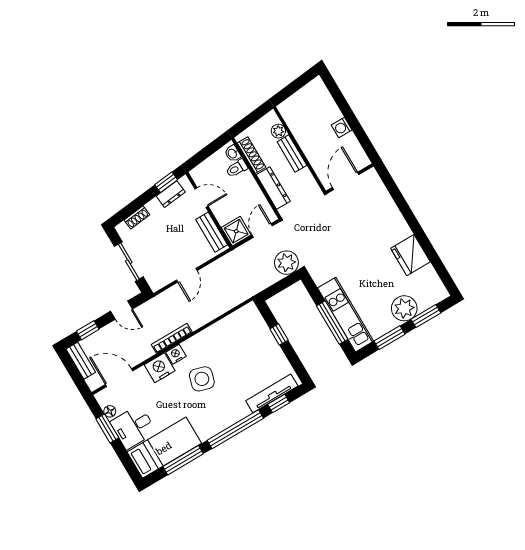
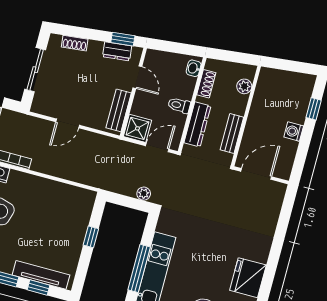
window: (340, 99) -> (314, 109), added
bench: (292, 154) -> (232, 133), moved
shoe rack: (251, 155) -> (206, 84), width x0.70
toilet: (237, 168) -> (179, 105), moved
plant: (286, 263) -> (144, 194), width x0.53, depth x0.53

